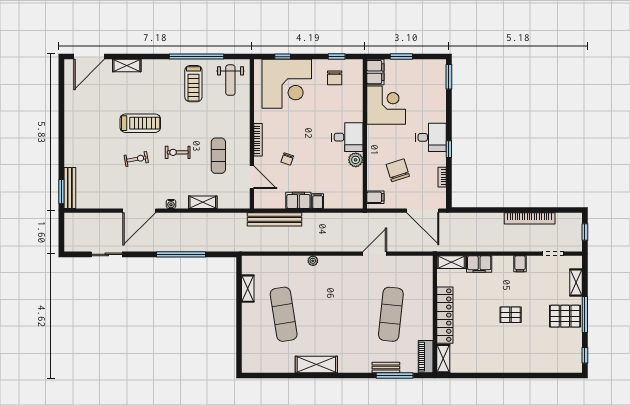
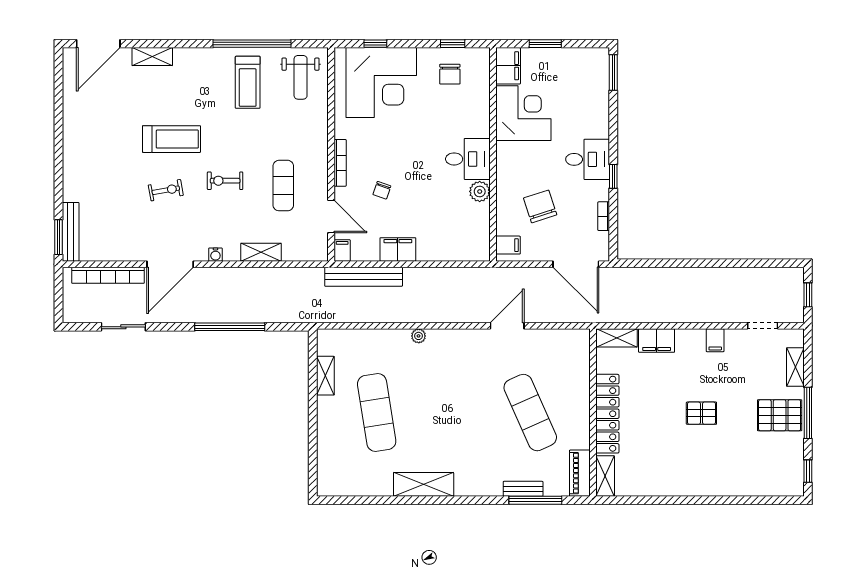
filing cabinet: (318, 201) -> (342, 250), moved
bookcase: (530, 218) -> (108, 275), moved
exercise mat: (391, 314) -> (530, 413), turned -30

